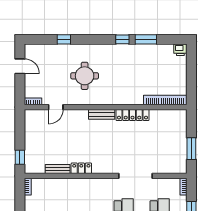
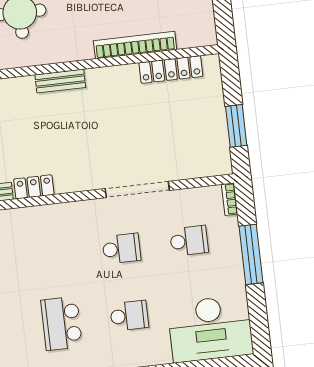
bookcase: (165, 100) -> (135, 45), moved
locker: (132, 115) -> (171, 70), moved

